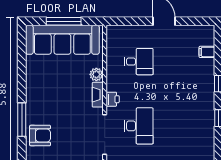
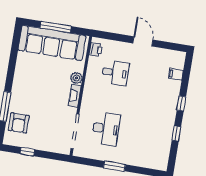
printer: (113, 99) -> (96, 50), moved
armchair: (40, 136) -> (19, 123), turned 90

